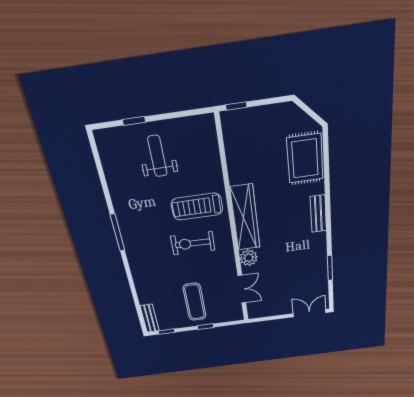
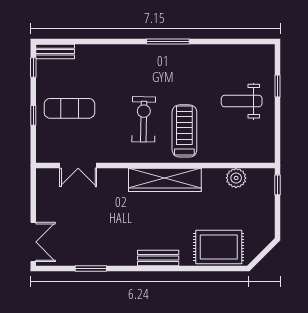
weight bench: (157, 156) -> (242, 101), turned 180
plant: (249, 258) -> (236, 178), moved

